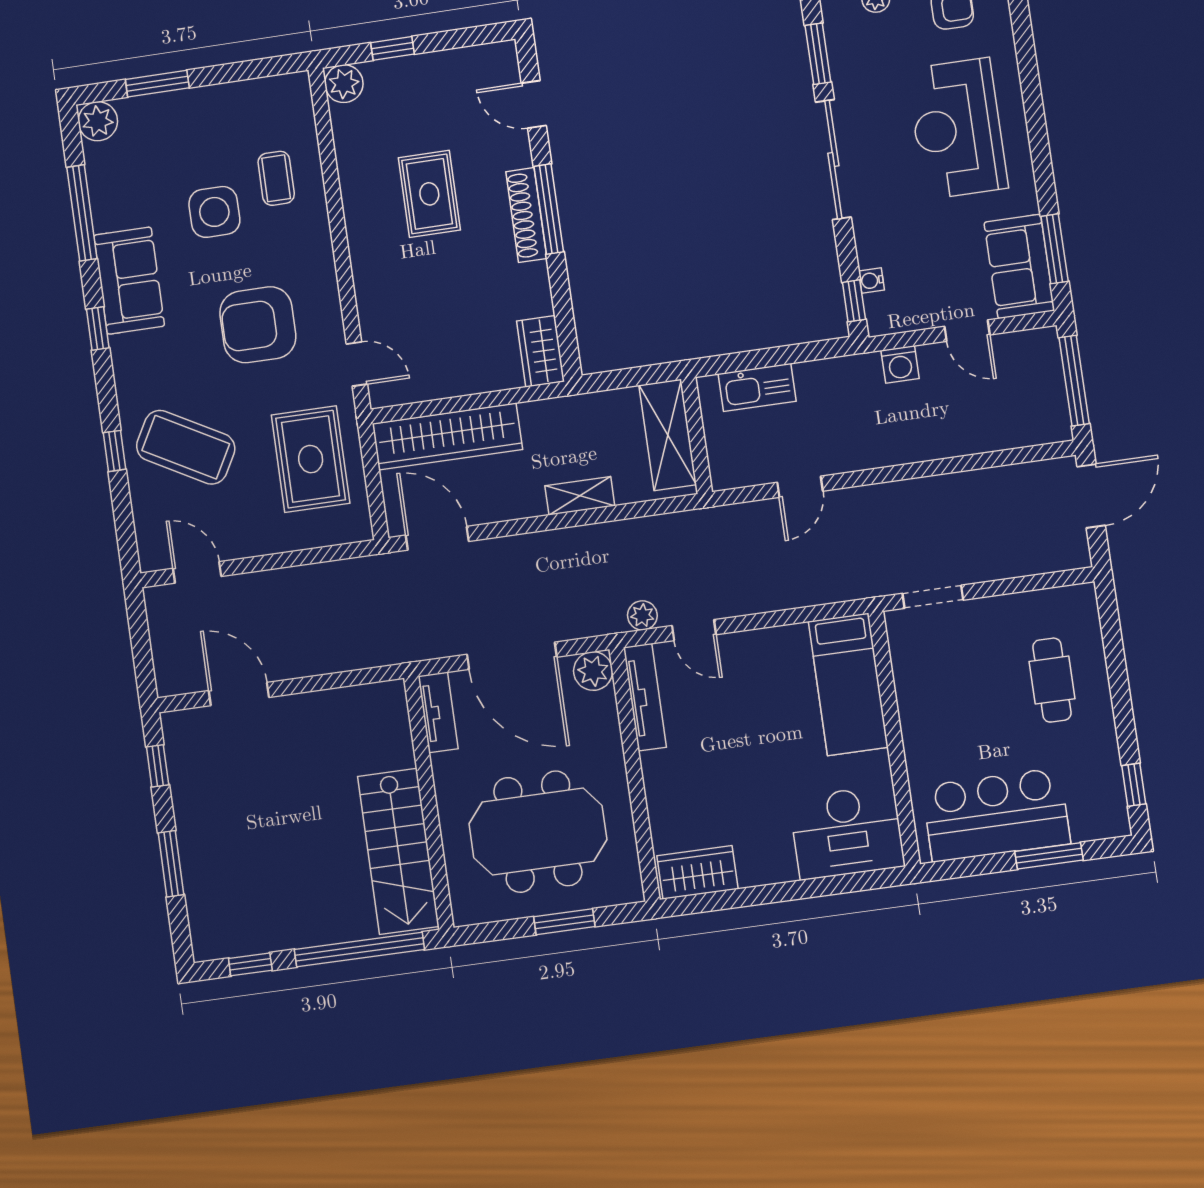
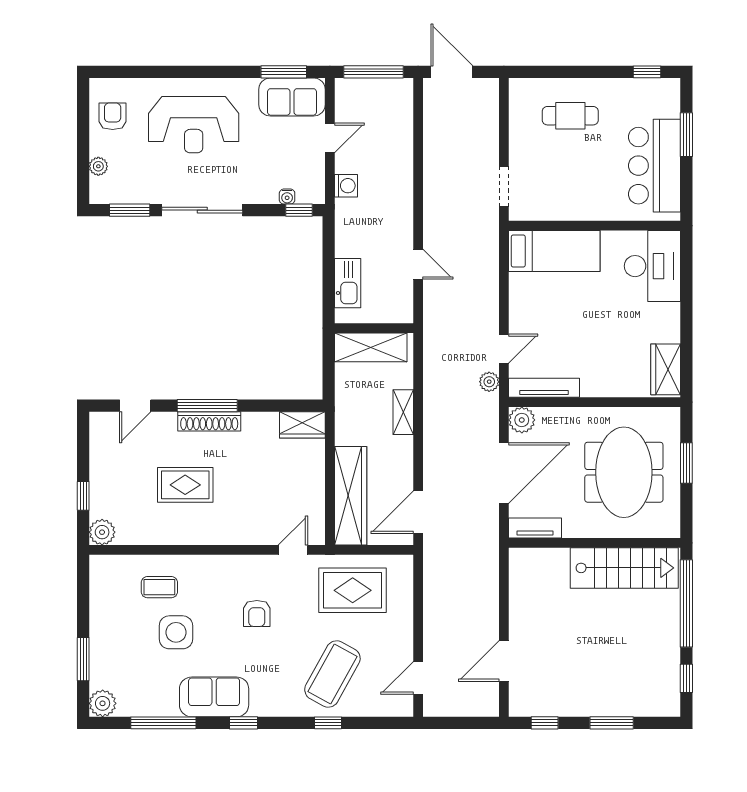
armchair: (258, 325) -> (257, 613), width x0.53, depth x0.53

